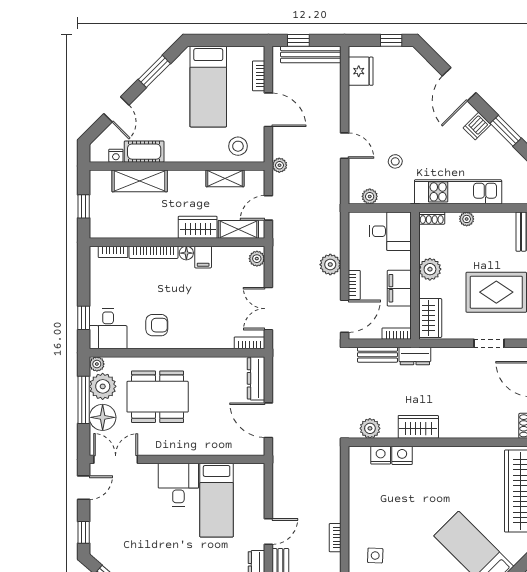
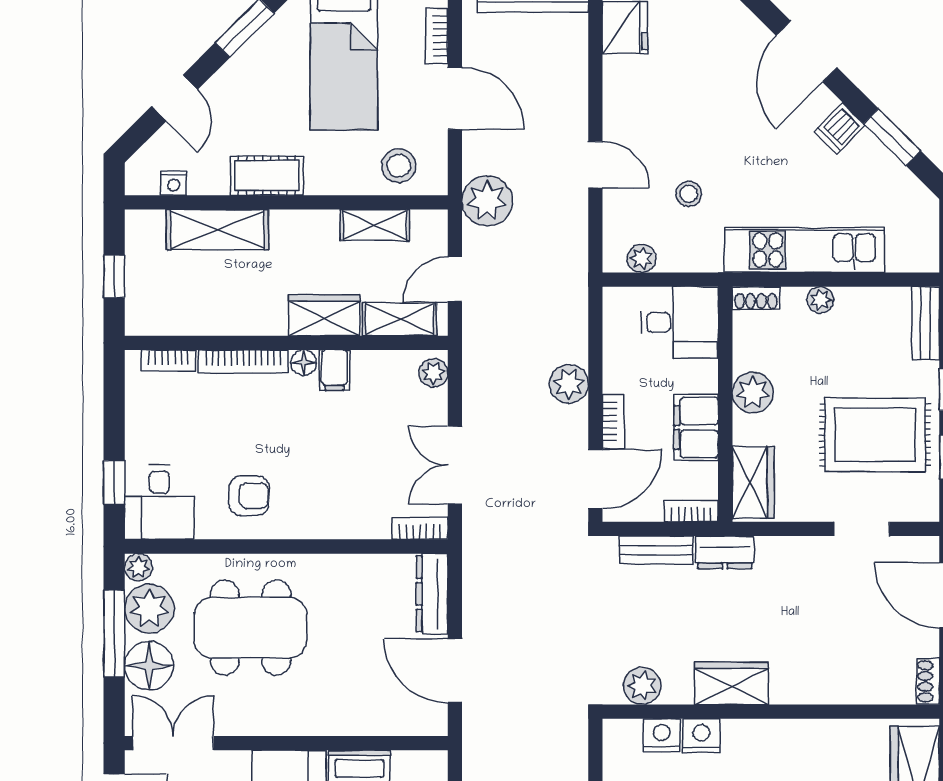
cot: (144, 152) -> (267, 176), moved
plant: (279, 165) -> (487, 201), width x1.88, depth x1.88

